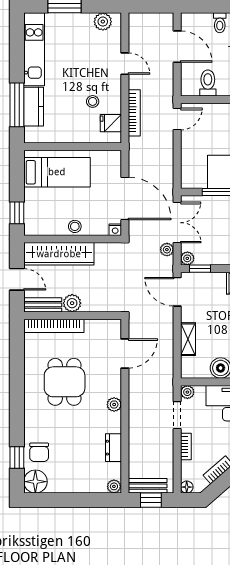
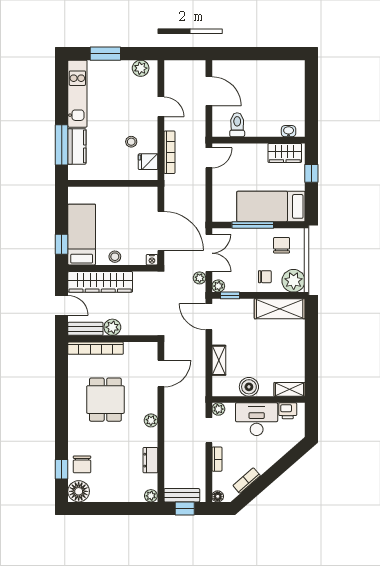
toilet: (220, 23) -> (248, 69), removed
bed: (57, 172) -> (82, 235), moved, turned -90

